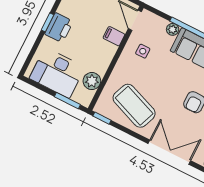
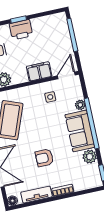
filing cabinet: (114, 36) -> (39, 71), width x2.00

